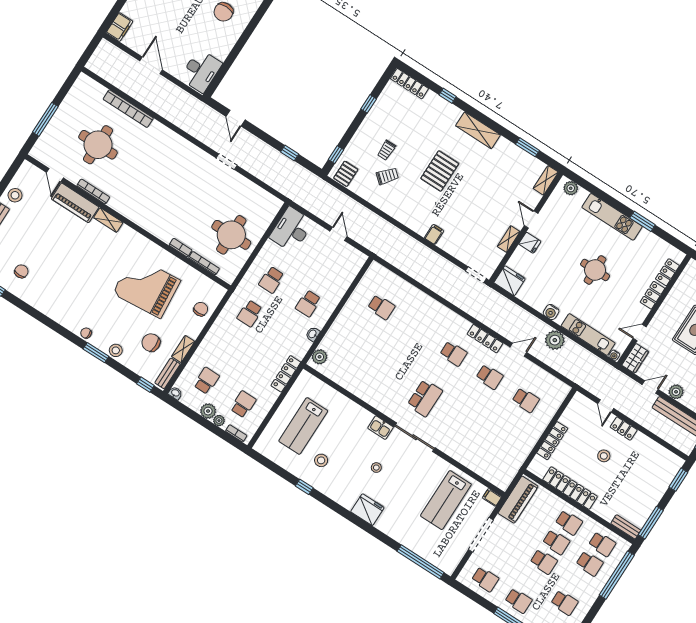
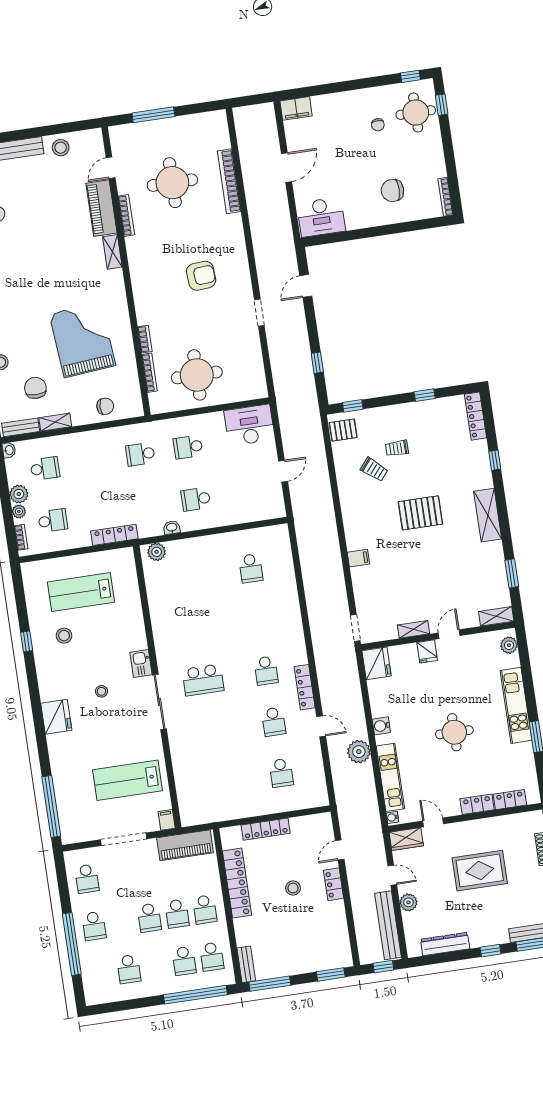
armchair: (172, 178) -> (201, 276), added

